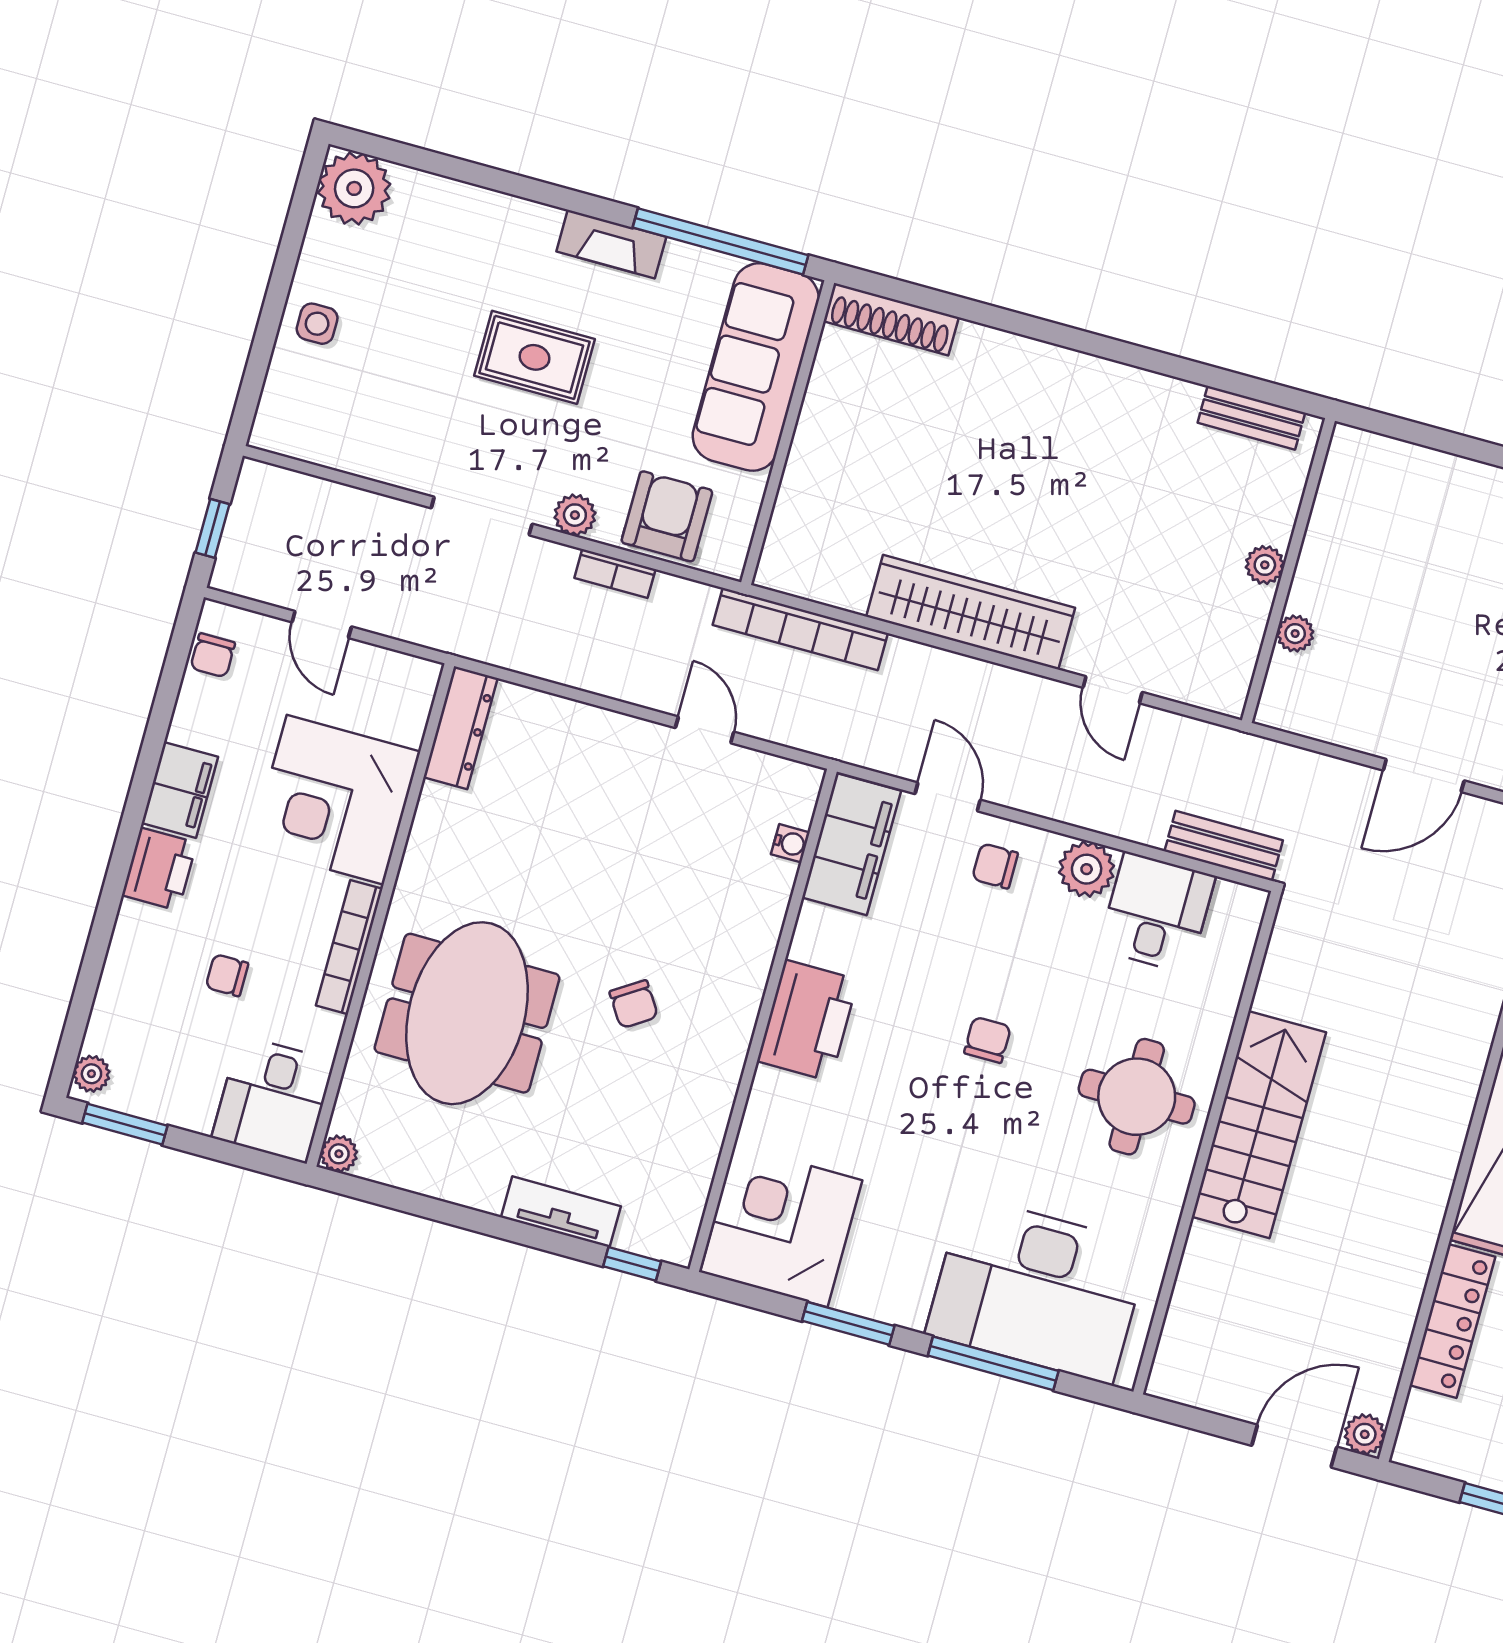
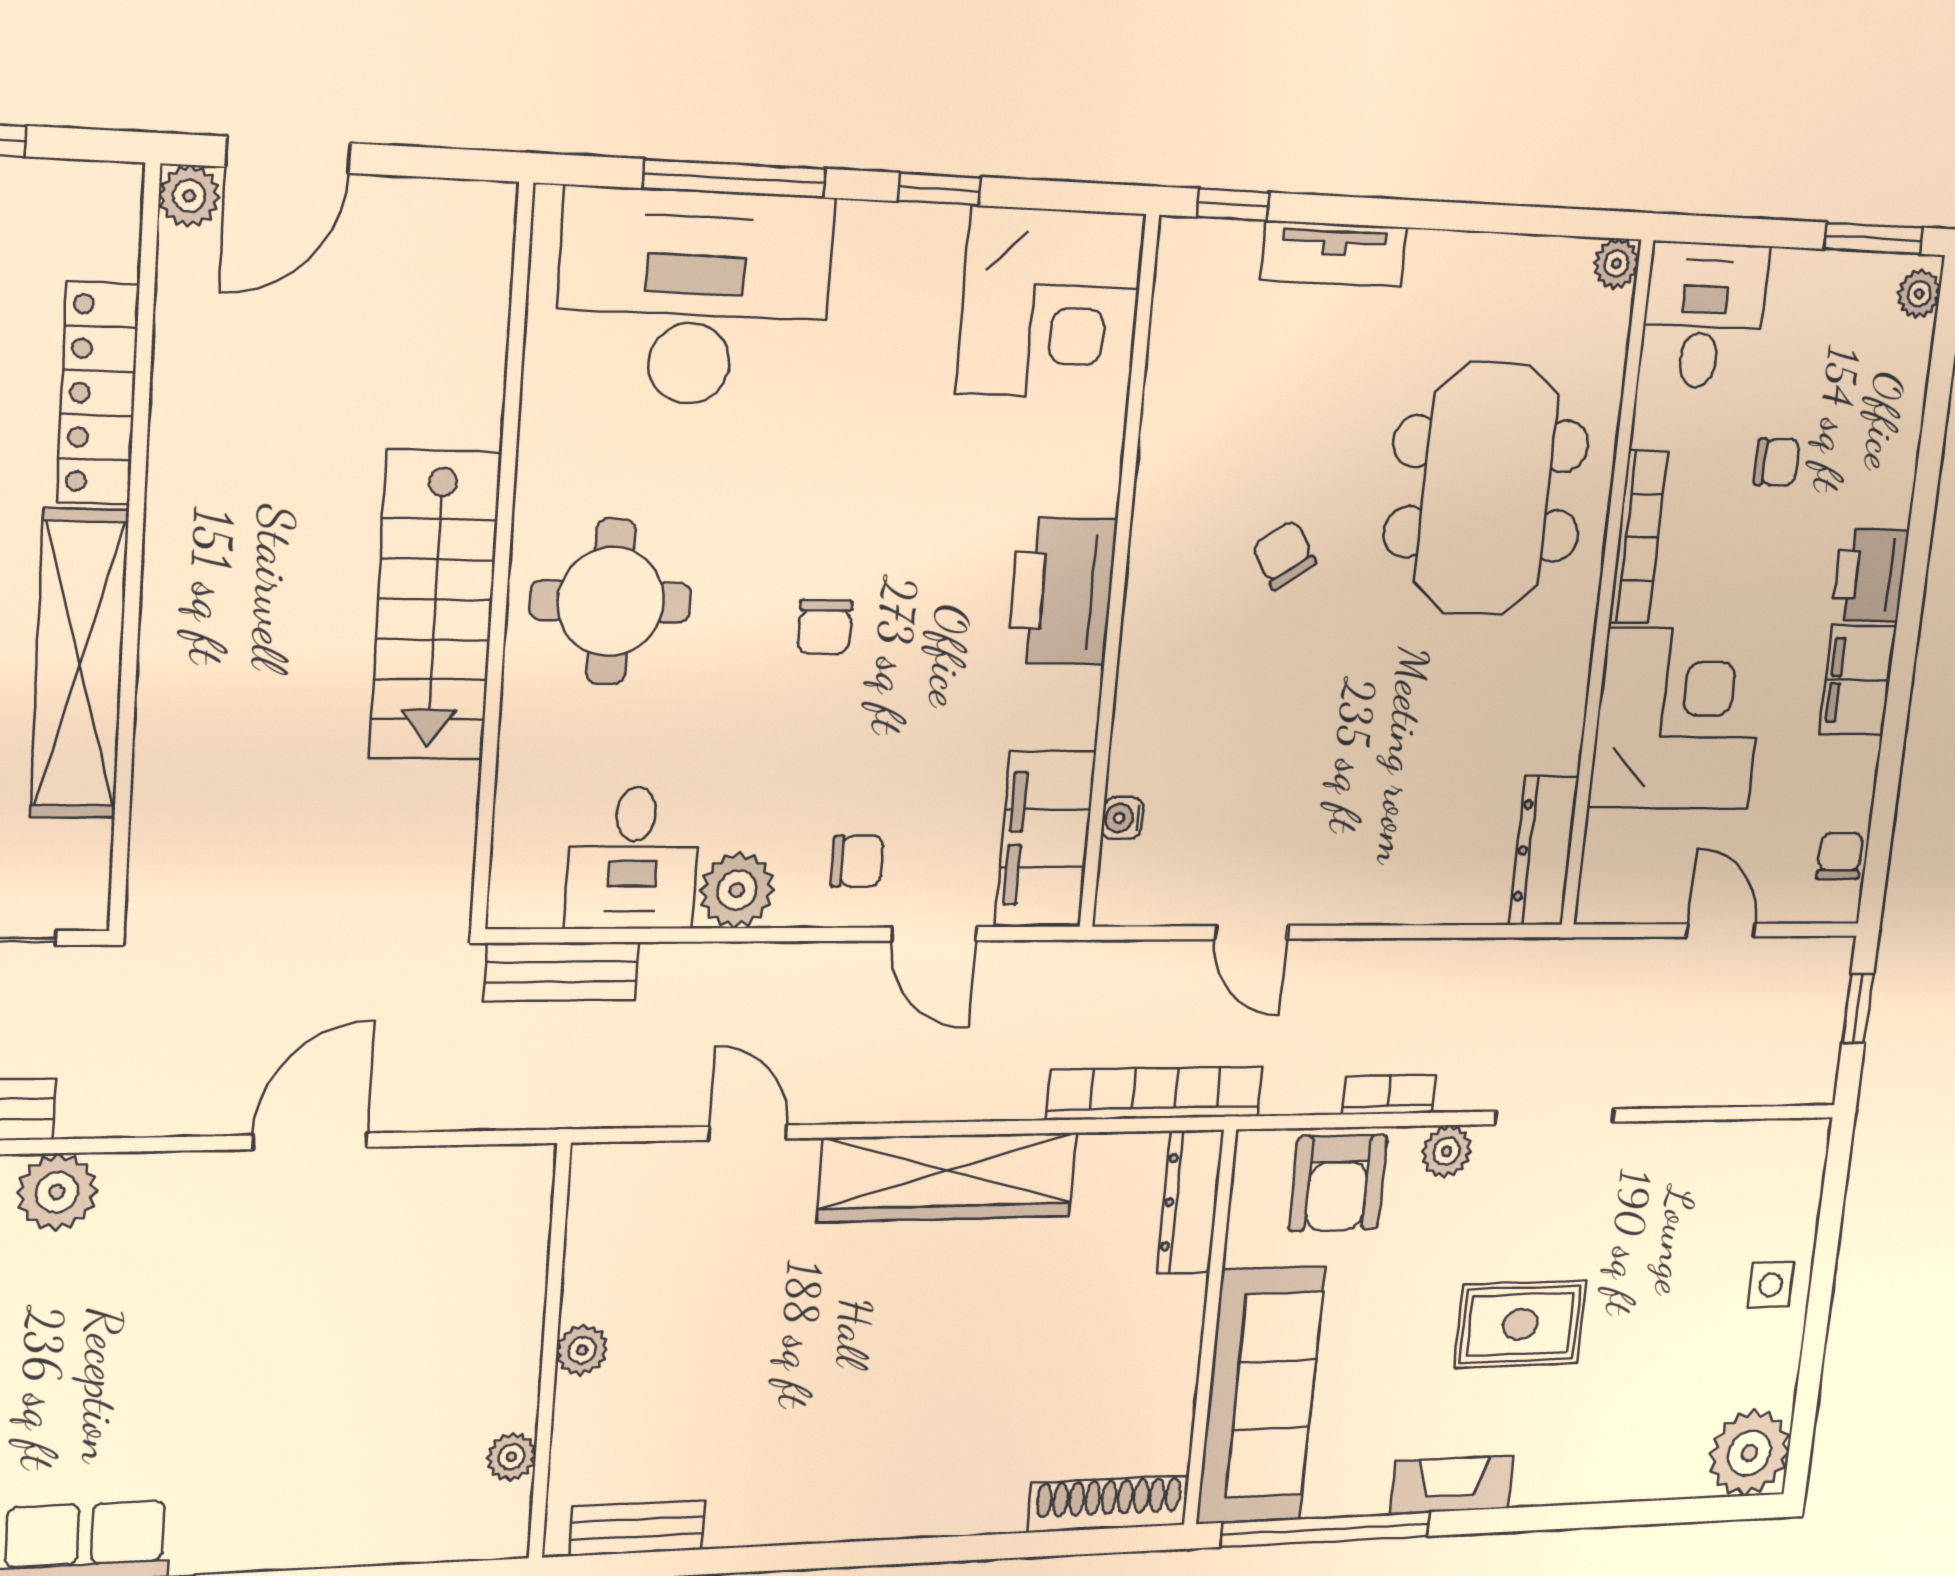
dresser: (787, 537) -> (1190, 1202), added
plant: (1295, 634) -> (511, 1457), moved
window: (848, 1323) -> (939, 189), width x0.67

